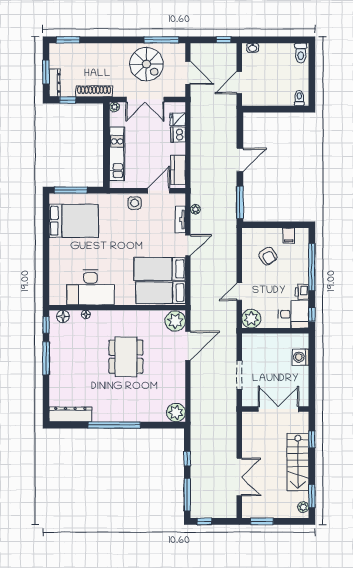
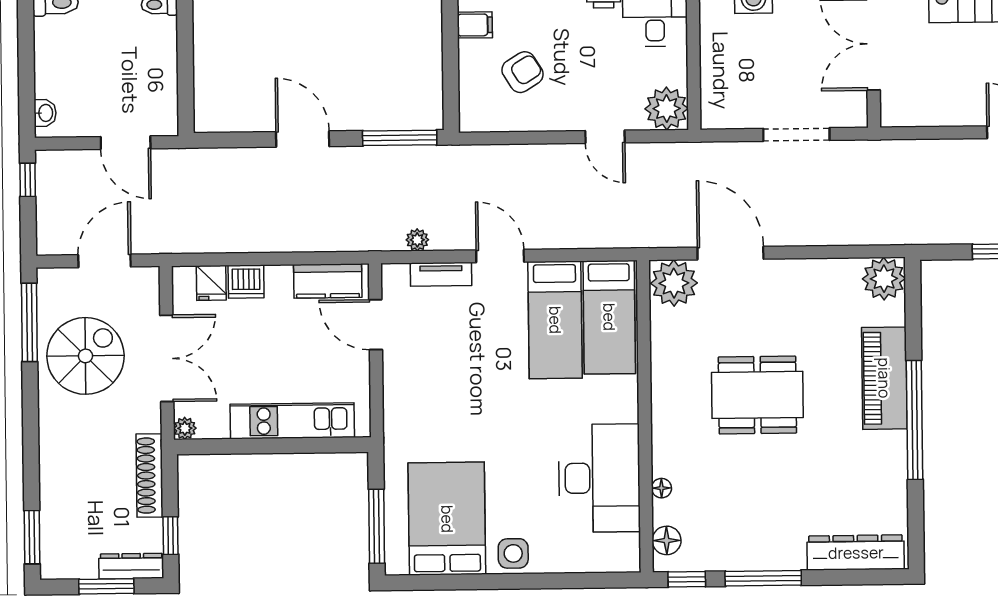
side table: (135, 203) -> (513, 553), moved
piano: (133, 412) -> (884, 378), added
dresser: (70, 414) -> (856, 553), moved, turned 90

